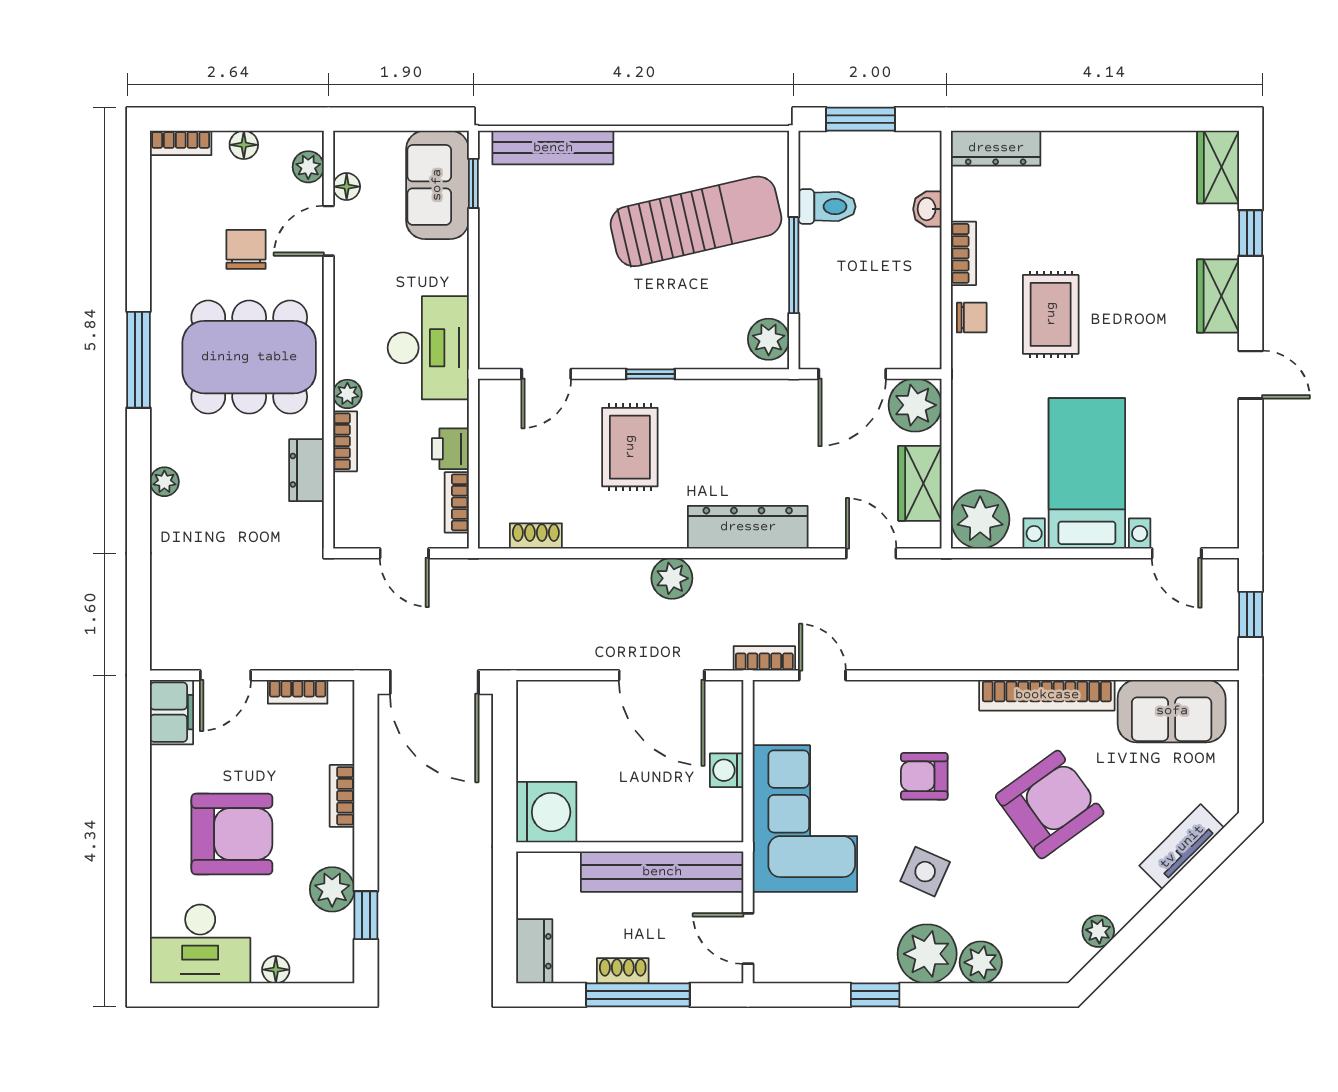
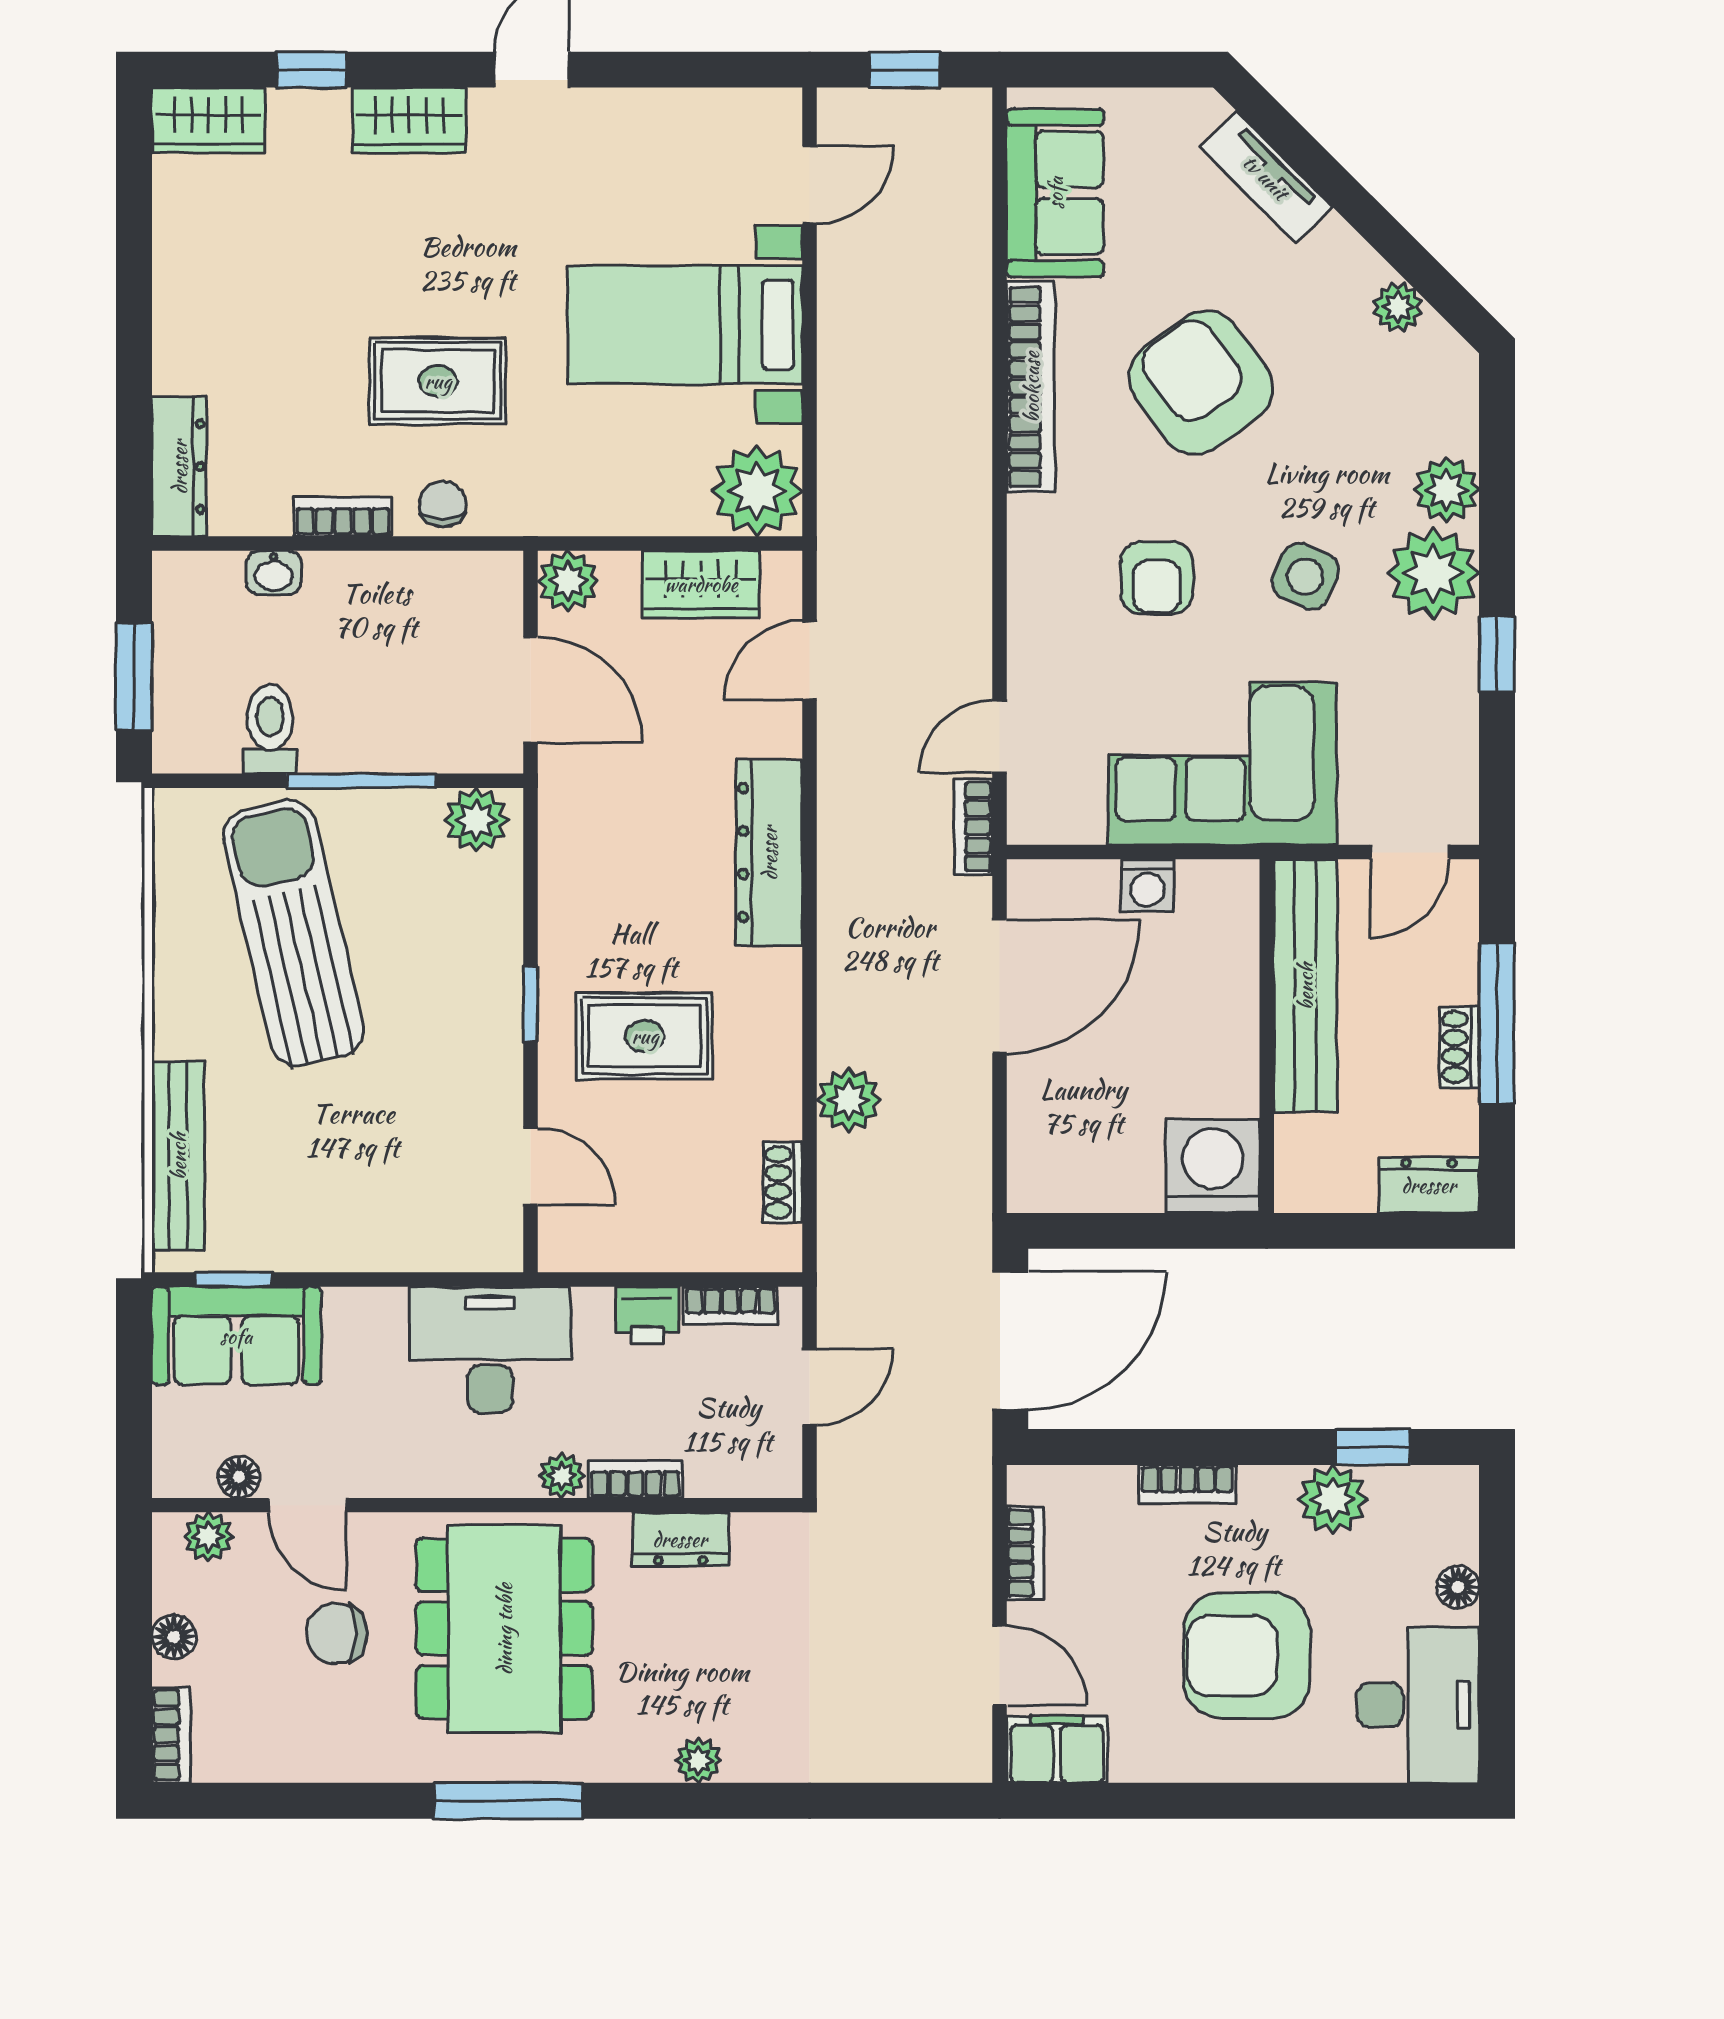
plant: (915, 405) -> (568, 581), width x0.73, depth x0.73
plant: (672, 578) -> (849, 1100), moved
armchair: (232, 834) -> (1247, 1655), turned -90

